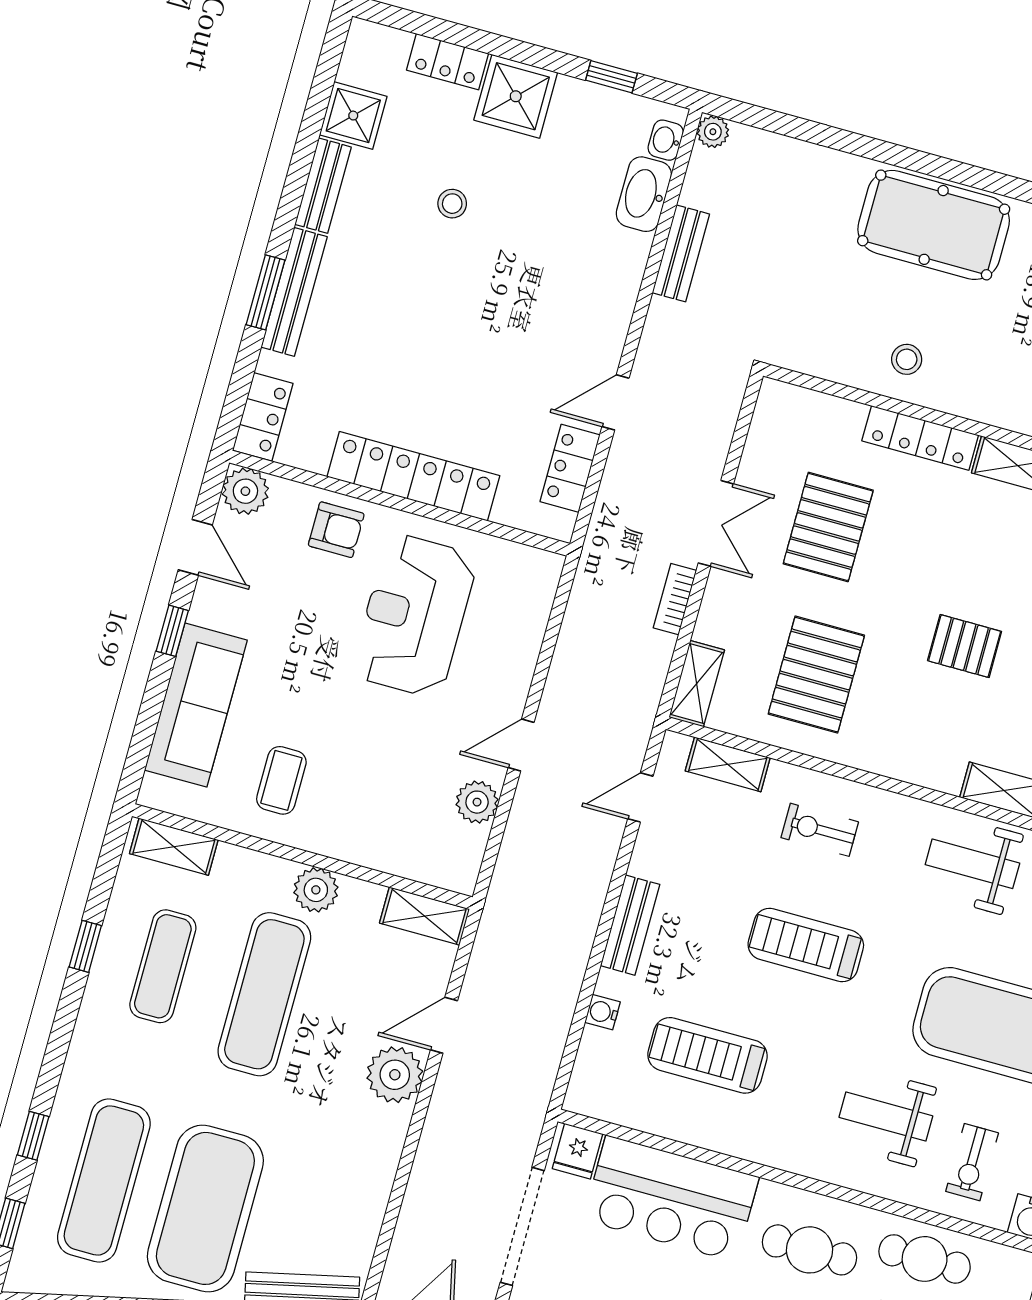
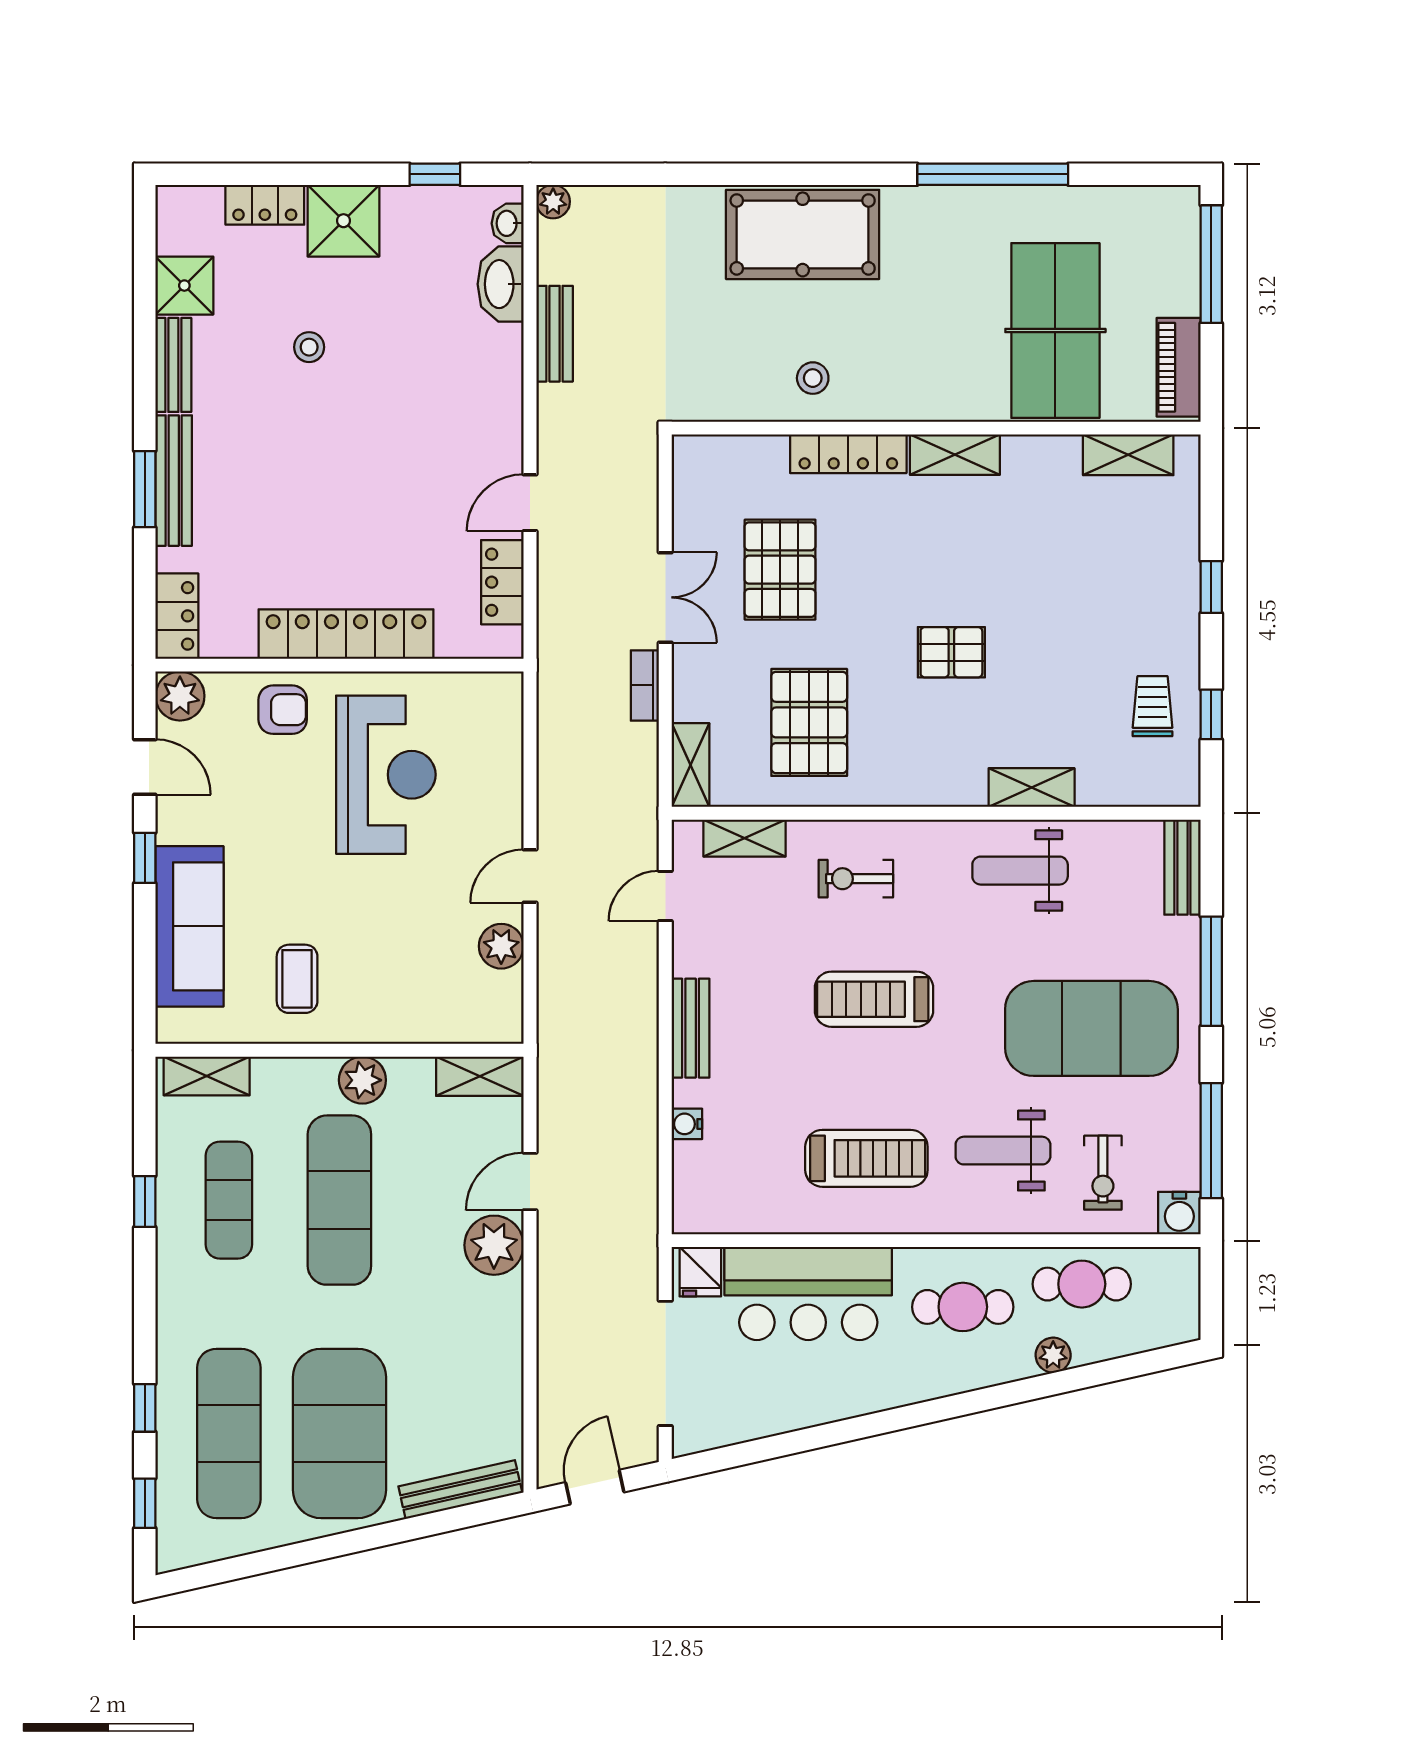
reception desk: (414, 616) -> (386, 775), turned 180
treadmill: (707, 1055) -> (866, 1158), moved, turned 180

